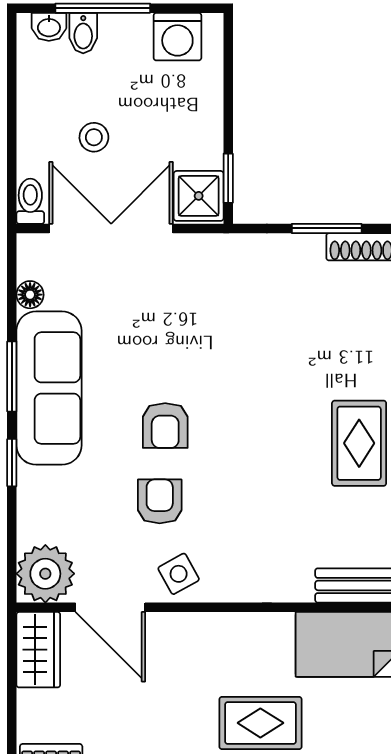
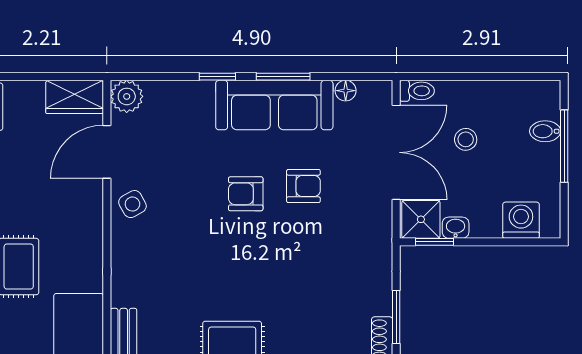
washbasin: (49, 27) -> (456, 228), moved, turned 90
washing machine: (177, 37) -> (521, 220), moved, turned 90
armchair: (160, 501) -> (303, 186), moved
plant: (45, 574) -> (127, 96), width x0.73, depth x0.73

